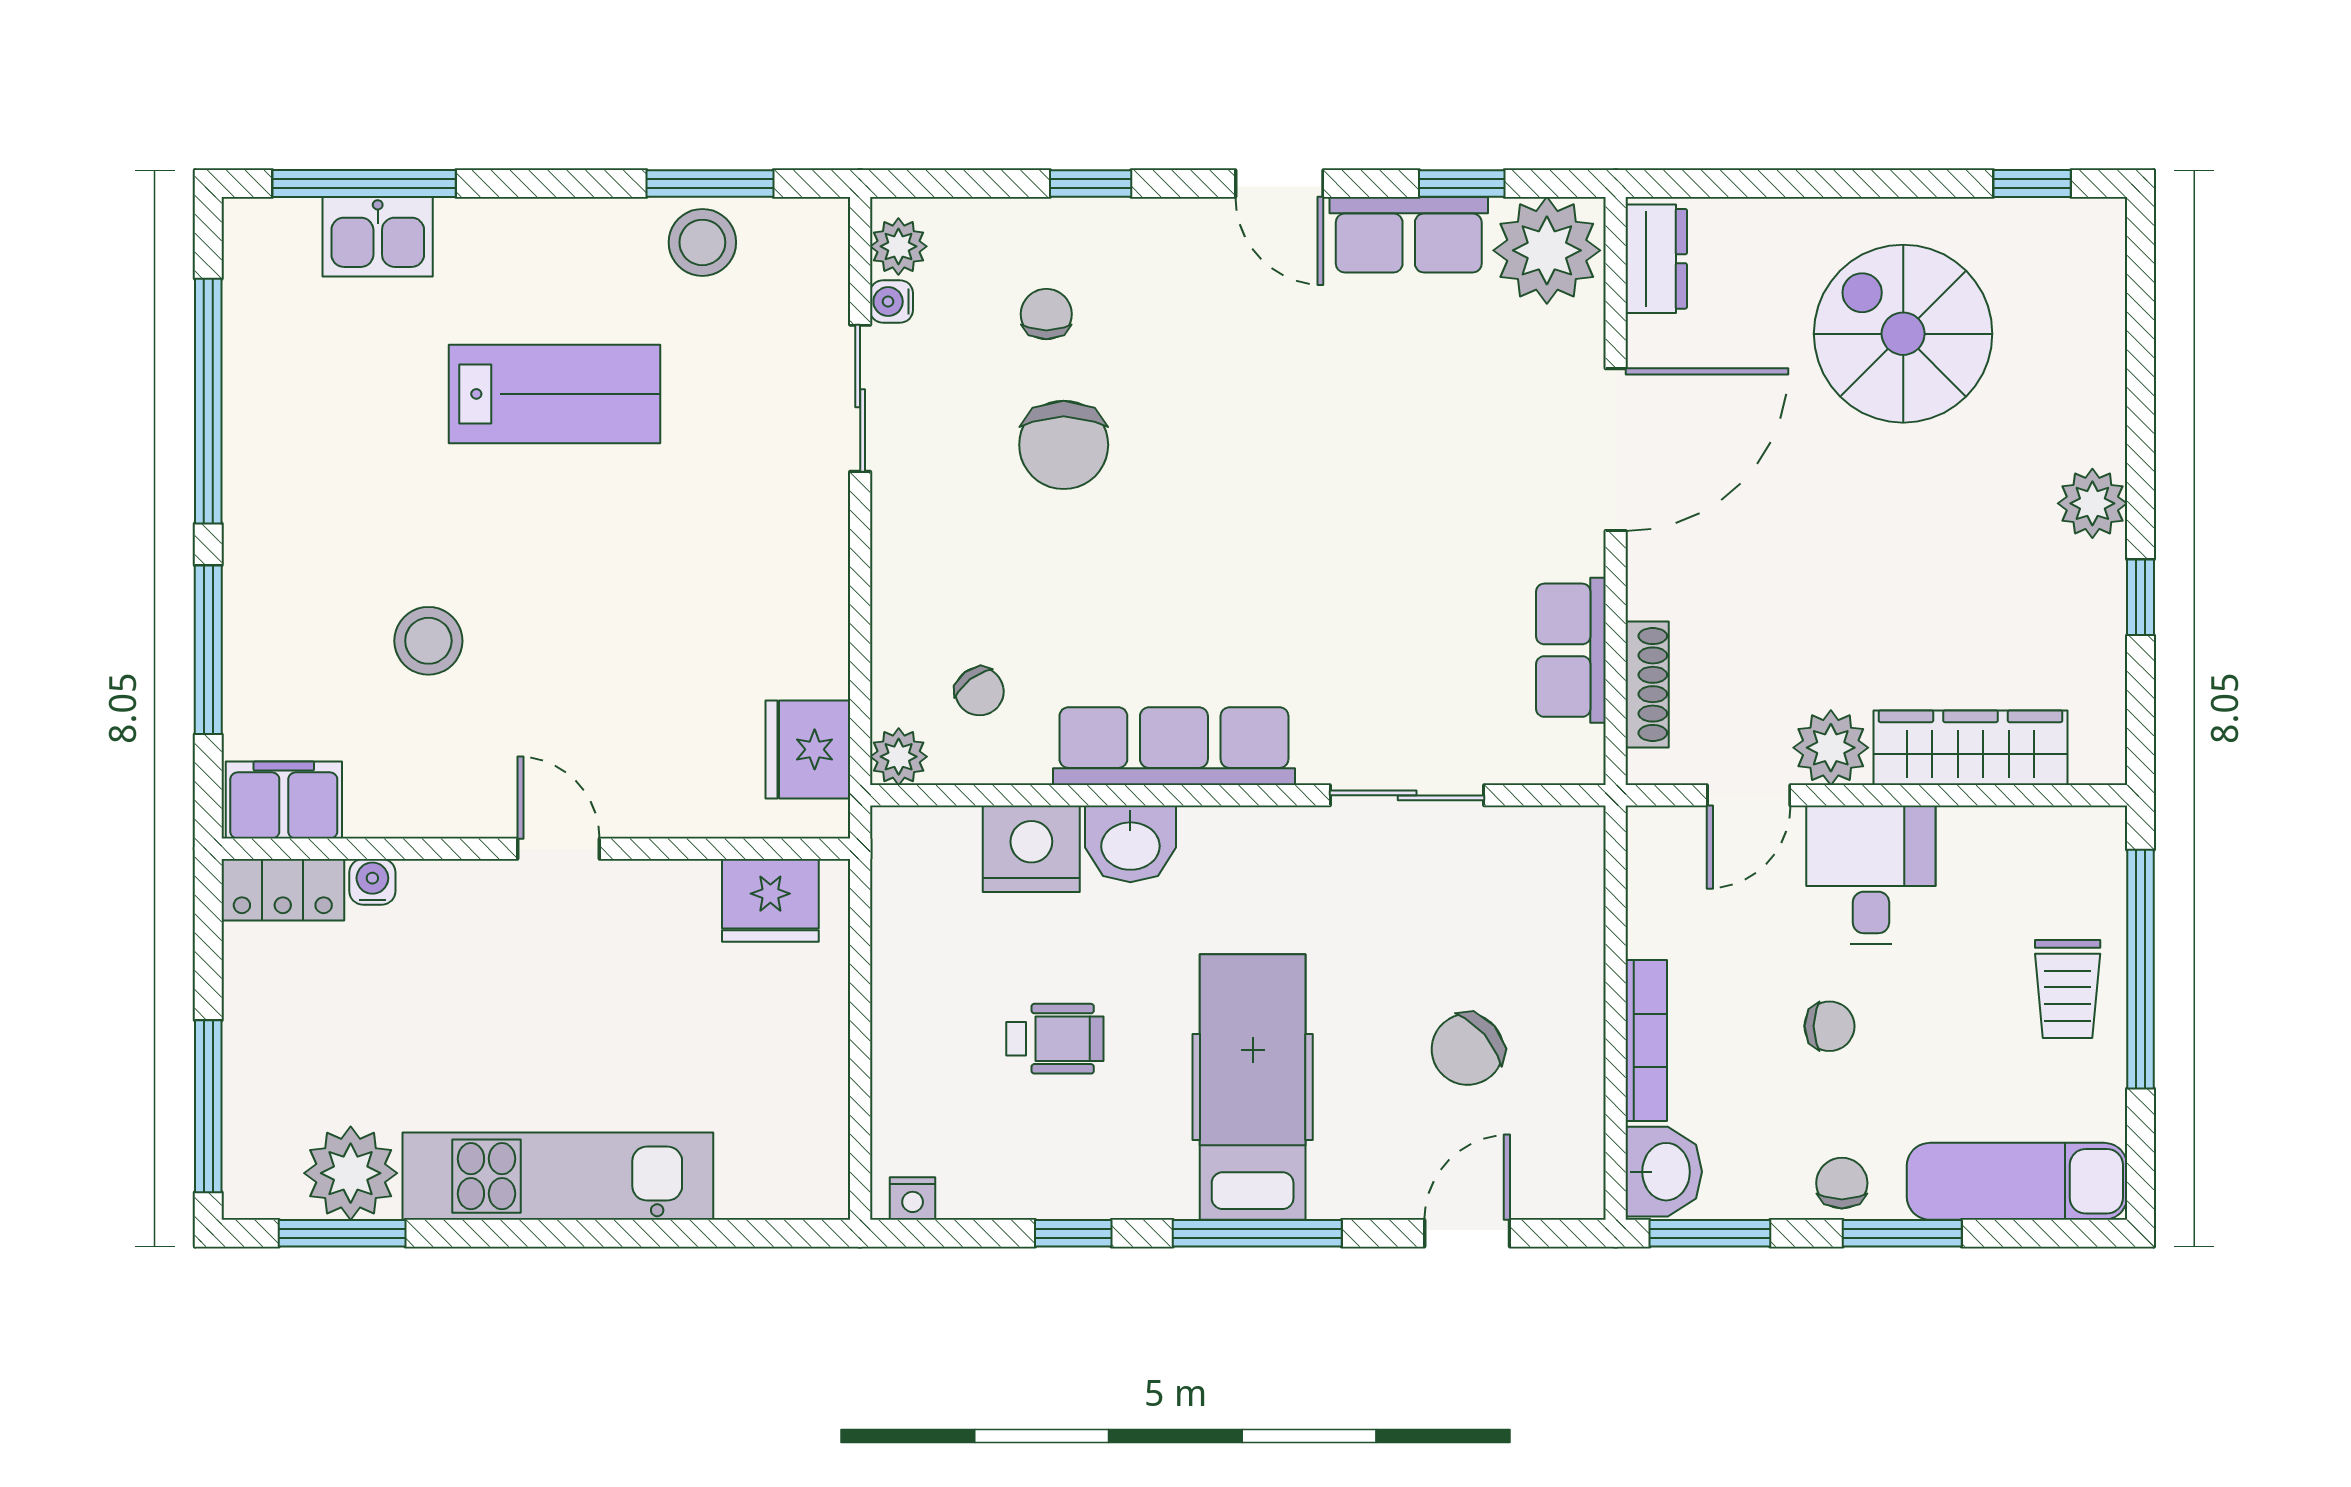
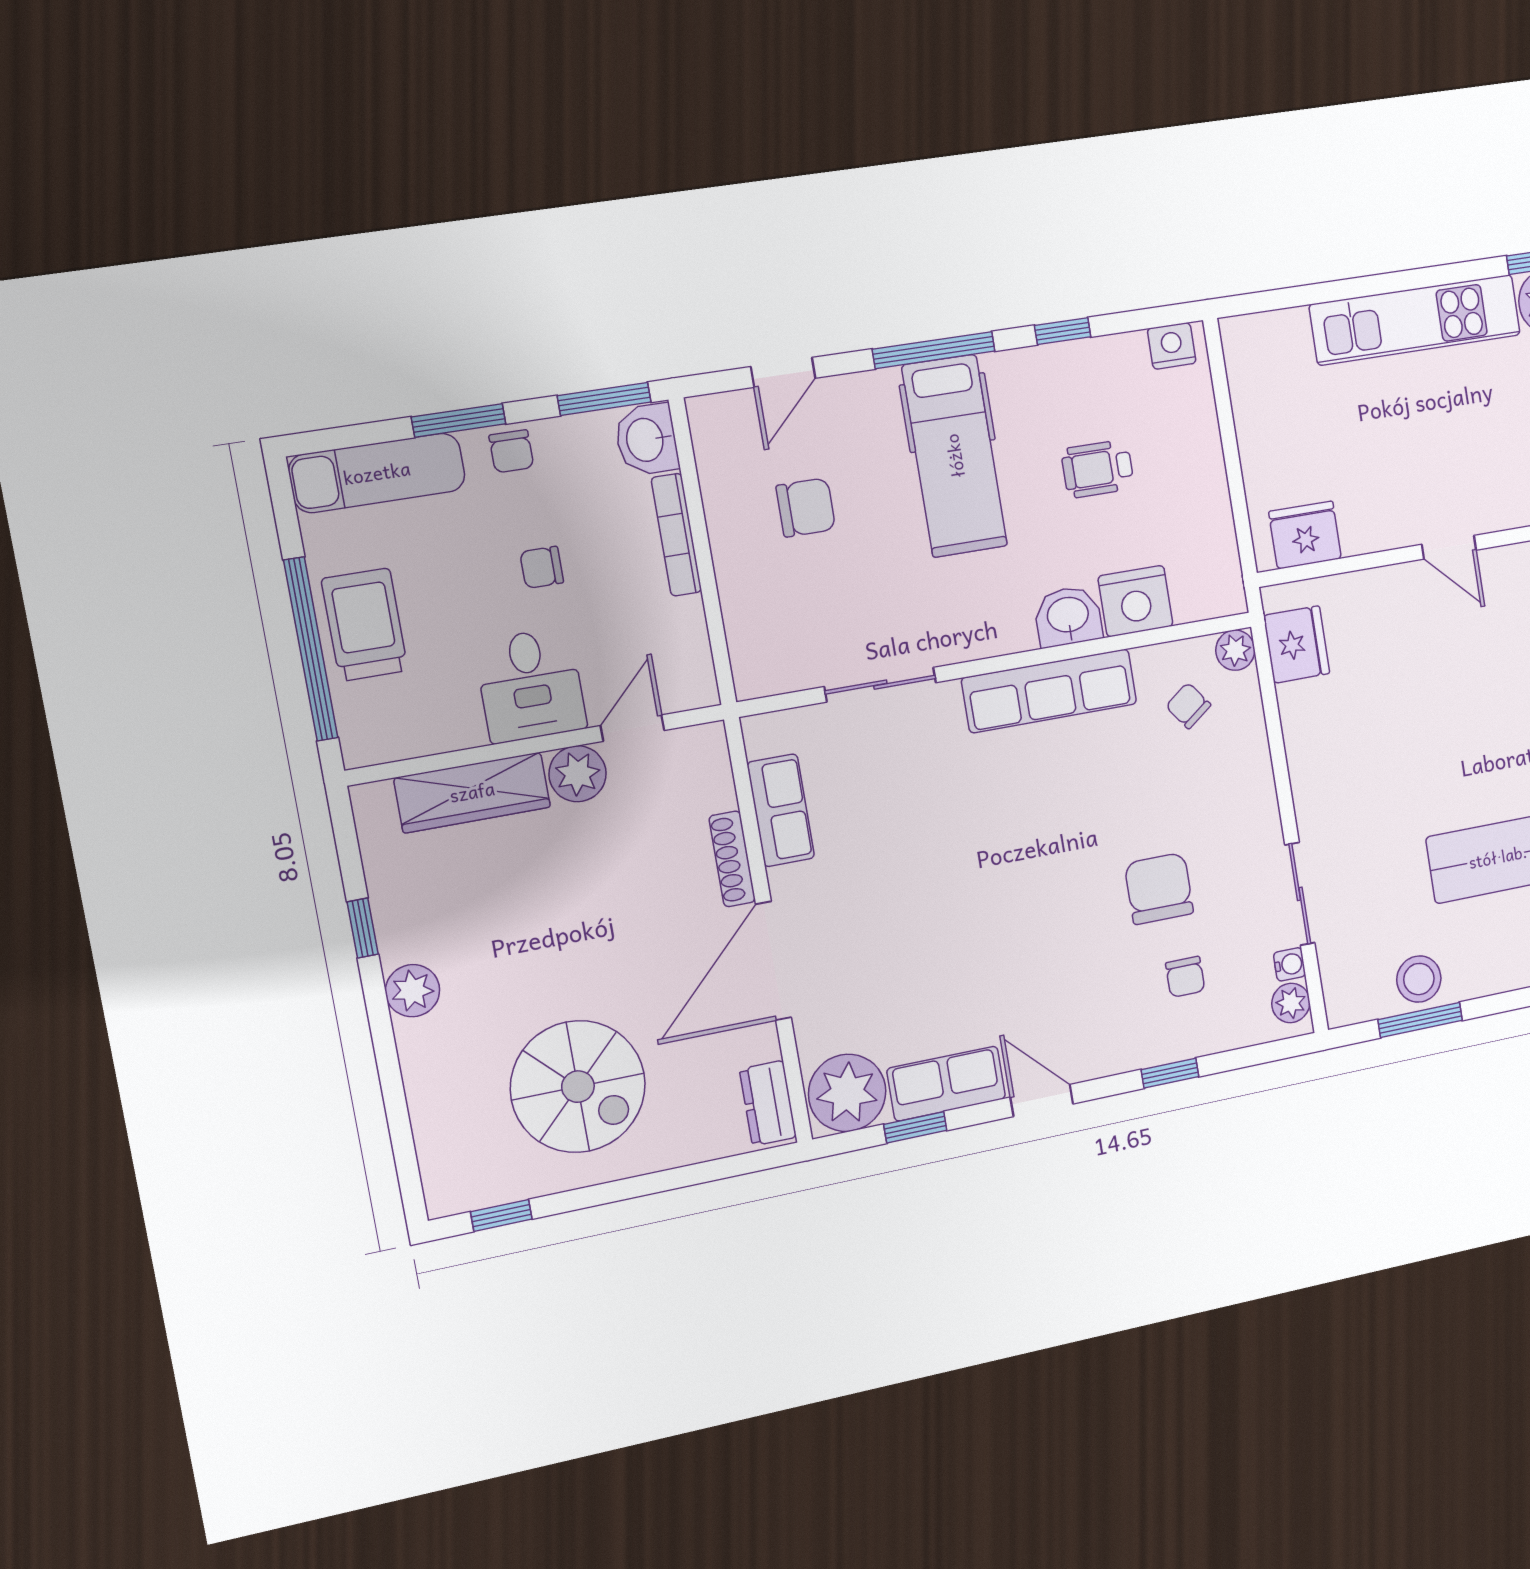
shoe rack: (1647, 684) -> (732, 859), moved
trolley: (2068, 989) -> (365, 625), width x1.36, depth x1.39
chair: (1467, 1049) -> (806, 507), turned 41
nightstand: (913, 1198) -> (1172, 346), width x1.39, depth x1.35

